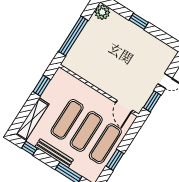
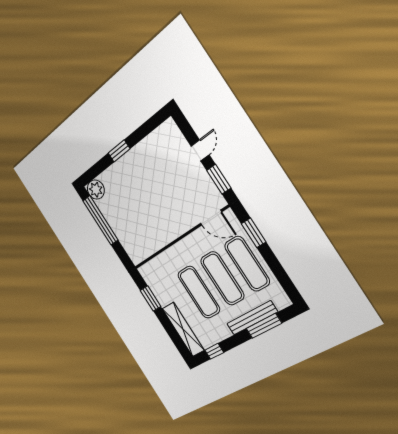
window: (73, 36) -> (100, 220), moved
bench: (54, 153) -> (252, 318), moved
window: (115, 160) -> (254, 233), moved

